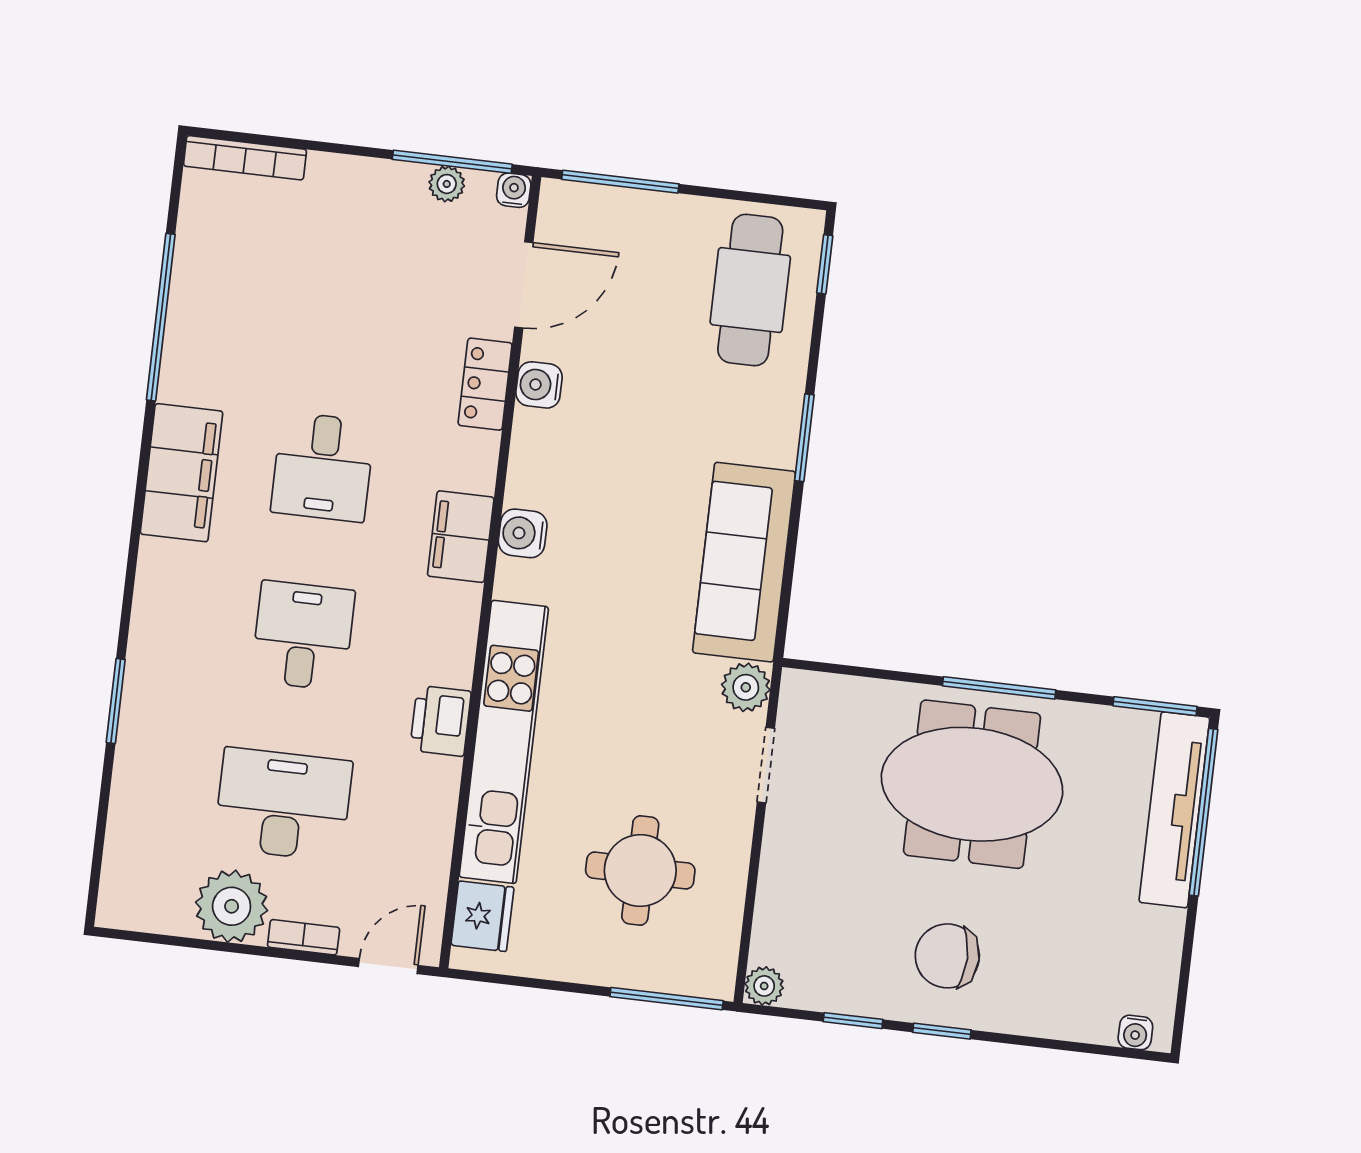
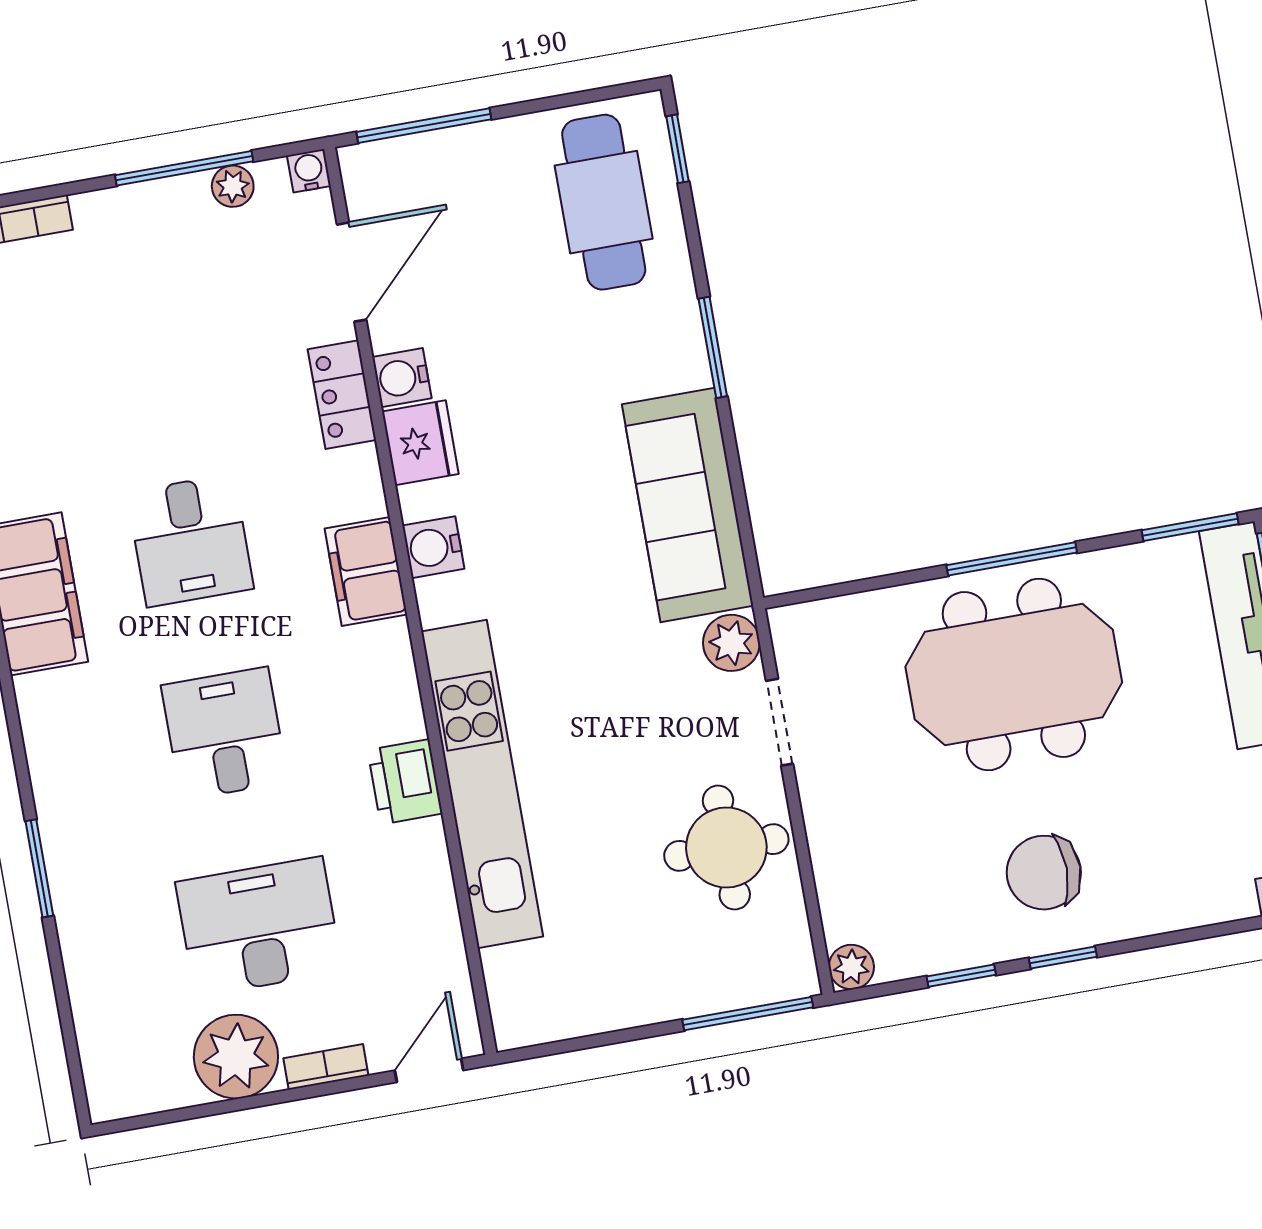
window: (452, 162) -> (184, 168), moved
round table: (640, 871) -> (726, 848), moved
fridge: (482, 916) -> (420, 443), moved

